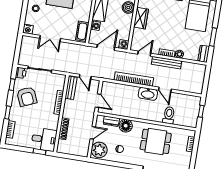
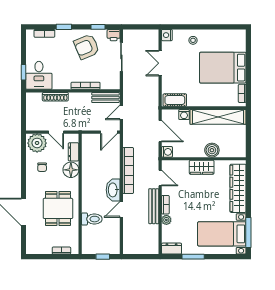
door: (98, 101) -> (109, 132), moved

